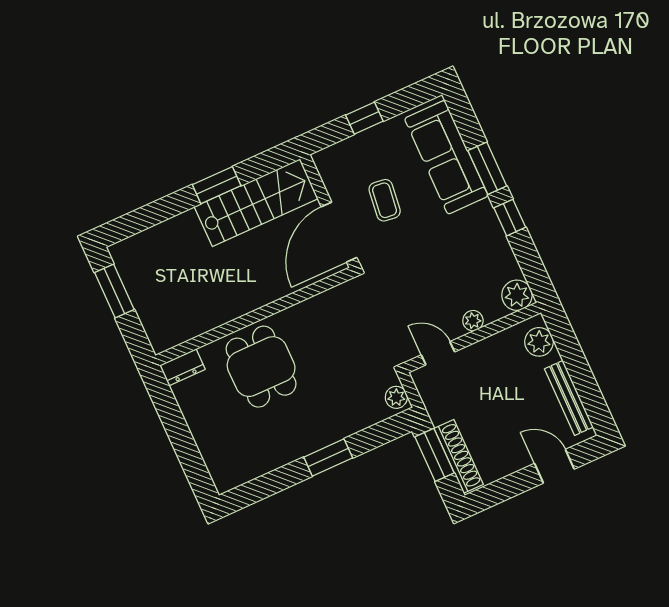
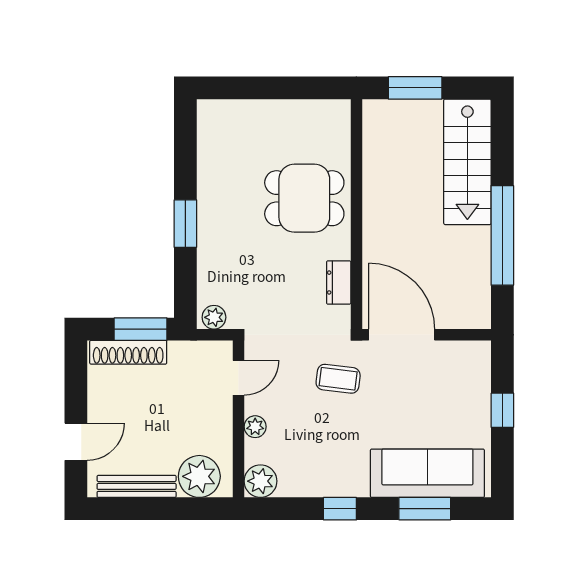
window: (487, 168) -> (425, 509), moved
window: (217, 185) -> (502, 235), width x2.11
coffee table: (385, 200) -> (338, 379), moved
stairs: (256, 203) -> (467, 162), moved
window: (114, 291) -> (415, 88), moved
plant: (539, 342) -> (199, 476), width x1.36, depth x1.36
dresser: (182, 367) -> (339, 283), moved

